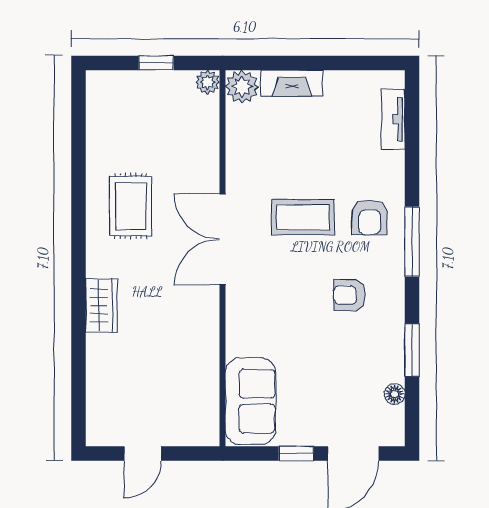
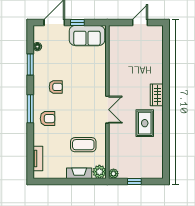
coffee table: (303, 217) -> (83, 145), moved
armchair: (370, 217) -> (48, 119), turned 90
double door: (222, 239) -> (107, 110), width x0.73
wardrobe: (101, 305) -> (157, 95), moved
sofa: (250, 401) -> (87, 36), moved, turned -90

